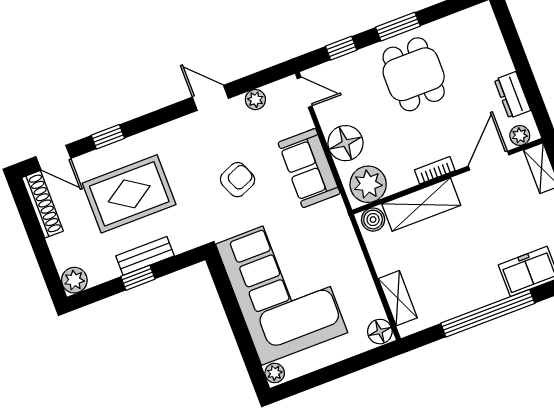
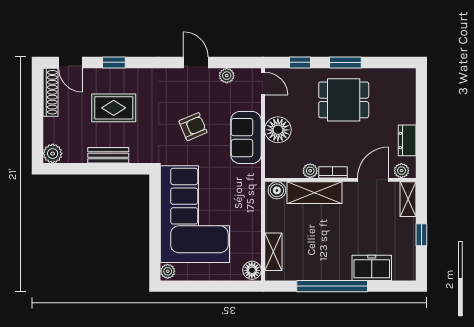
dining table: (414, 74) -> (344, 100), turned 90
plant: (368, 184) -> (310, 171), moved, width x0.53, depth x0.53
rug: (129, 194) -> (114, 108), width x0.73, depth x0.70
window: (138, 278) -> (97, 169), removed

